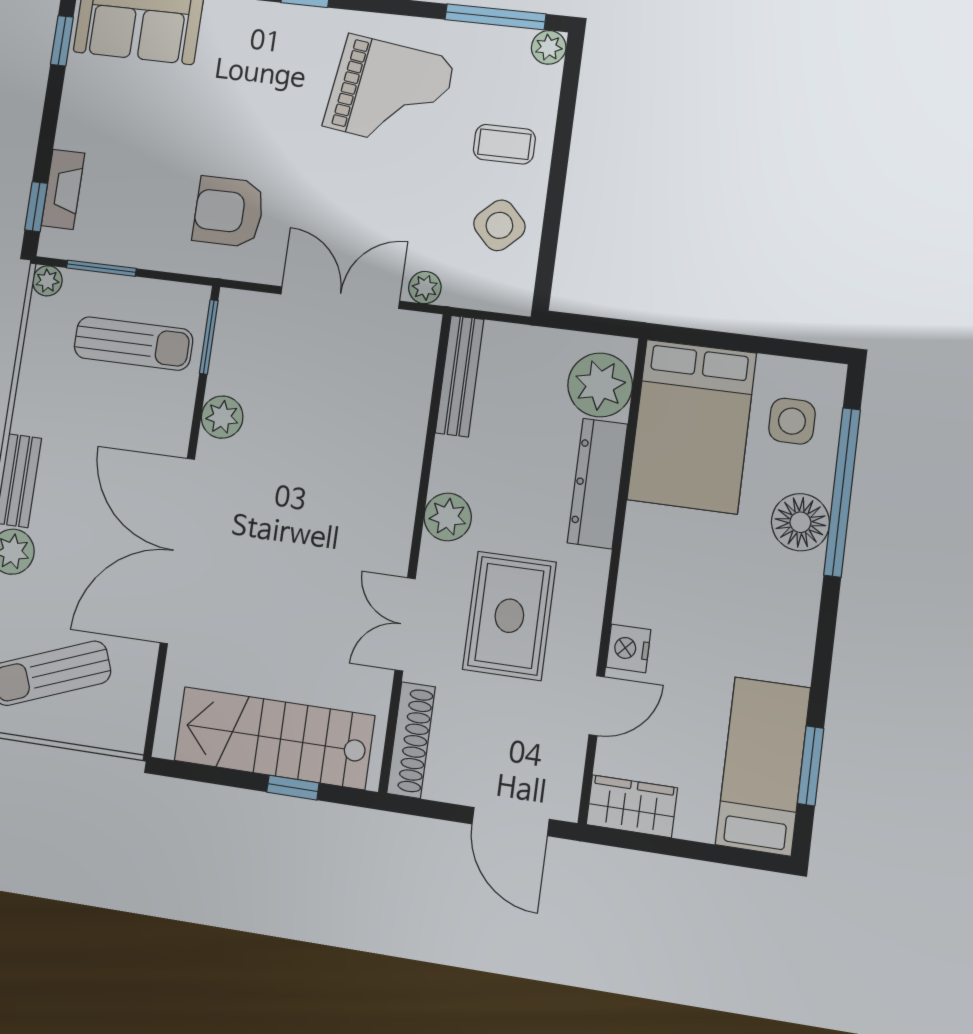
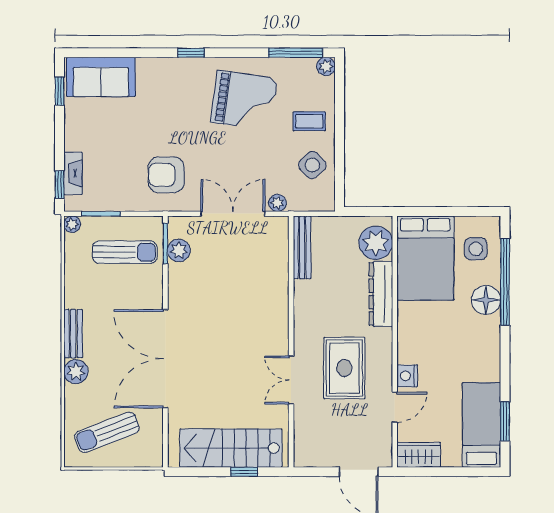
plant: (222, 417) -> (179, 250), moved
plant: (448, 517) -> (306, 322), removed
shoe rack: (411, 740) -> (302, 439), removed

